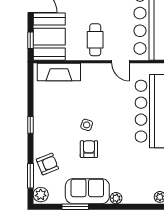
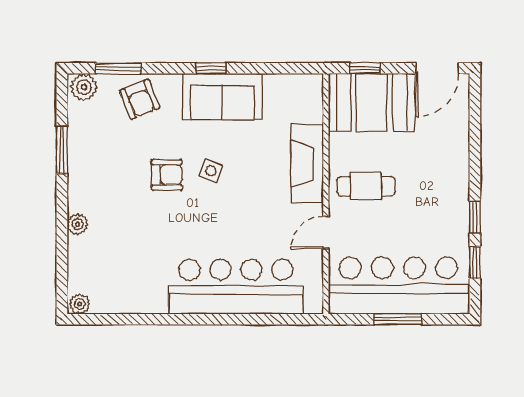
fireplace: (59, 72) -> (307, 164), moved
sofa: (87, 191) -> (222, 97), moved, turned 90

